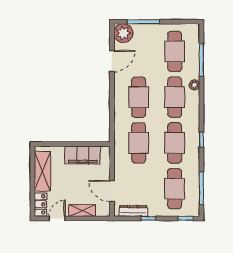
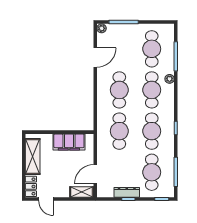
plant: (123, 33) -> (102, 28), width x0.53, depth x0.53
door: (112, 191) -> (95, 174), hinge flipped
shelving: (82, 211) -> (82, 192), moved
dresser: (133, 211) -> (127, 192), moved
door: (57, 218) -> (46, 199), swing flipped

